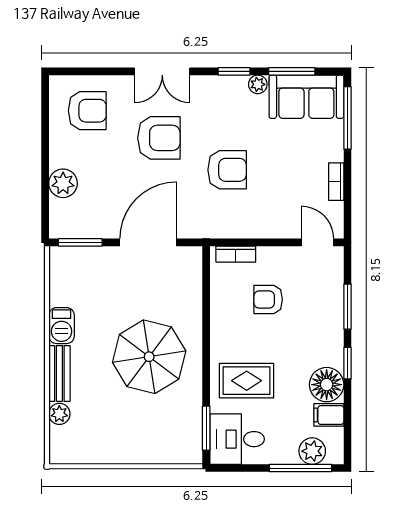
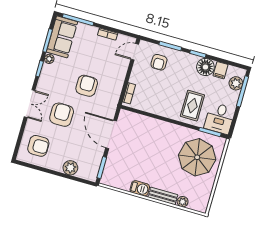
armchair: (87, 111) -> (38, 146), turned 90
armchair: (268, 299) -> (159, 62), moved
parasol: (149, 357) -> (197, 157), moved

